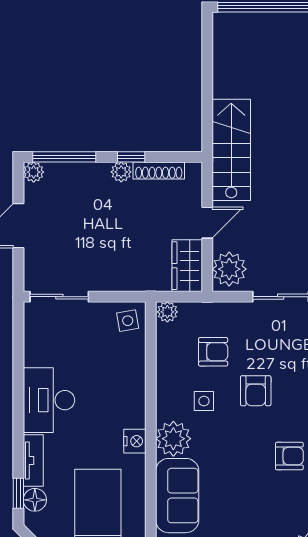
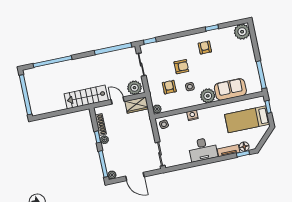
nightstand: (135, 441) -> (192, 115), moved

